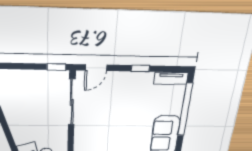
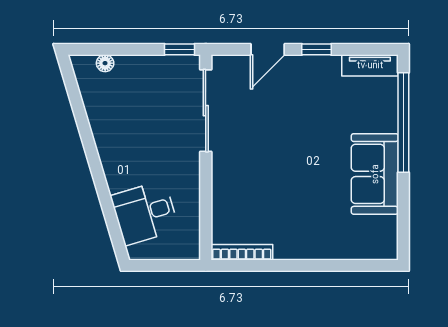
door: (96, 68) -> (268, 49), moved
floor lamp: (10, 74) -> (105, 63), added

